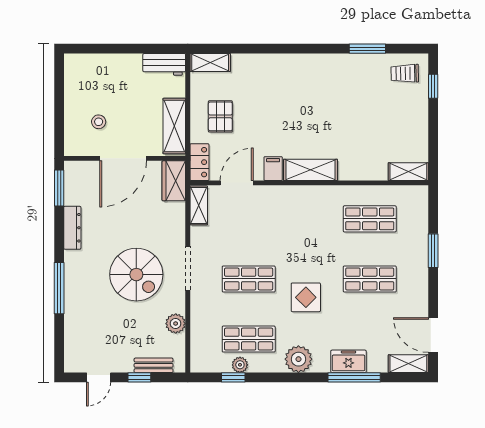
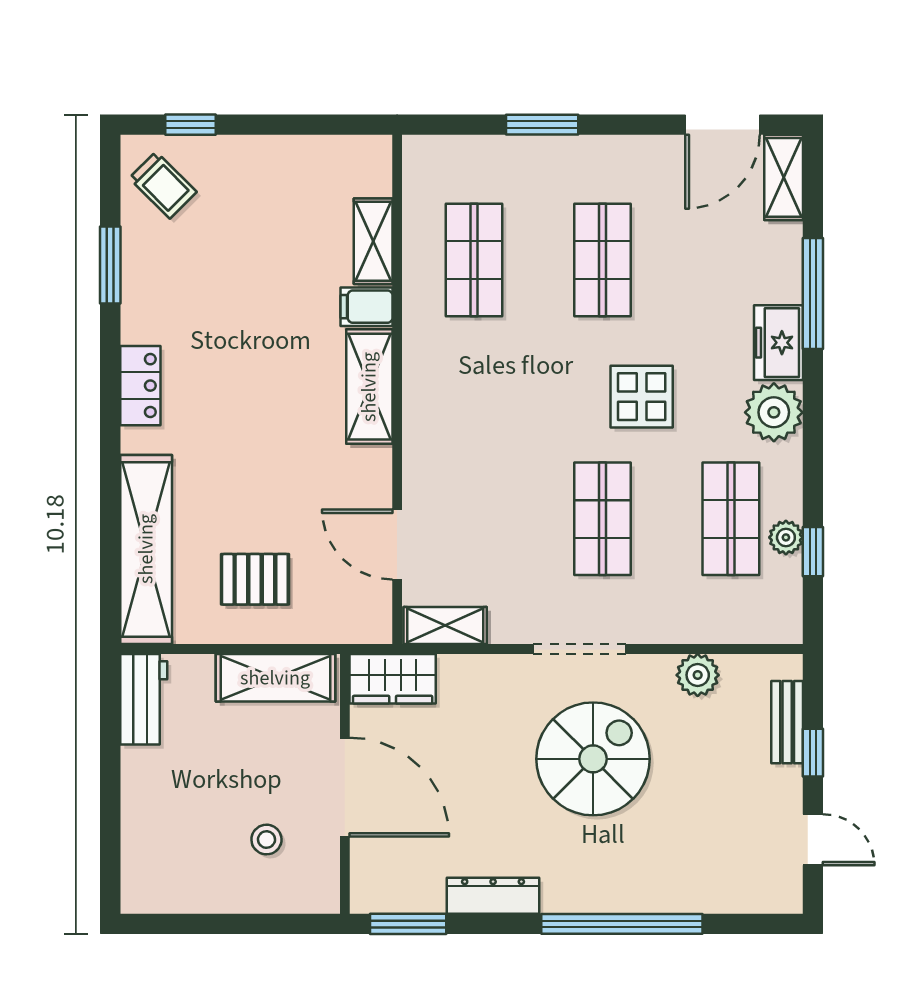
shelving: (210, 62) -> (146, 549), width x2.20, depth x1.33
trolley: (405, 73) -> (163, 185), turned -44
locker: (199, 162) -> (140, 386), moved, turned 90
filing cabinet: (273, 169) -> (366, 307), moved
shelving: (408, 172) -> (373, 241), moved
window: (59, 288) -> (622, 924), width x1.46
freezer: (348, 361) -> (779, 343), moved

